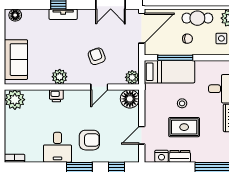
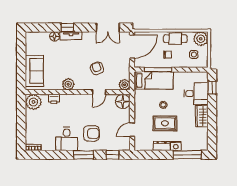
floor lamp: (15, 15) -> (55, 36), moved
printer: (56, 96) -> (54, 99), moved
nightstand: (162, 156) -> (176, 146), moved

